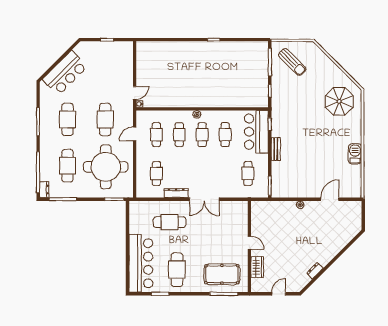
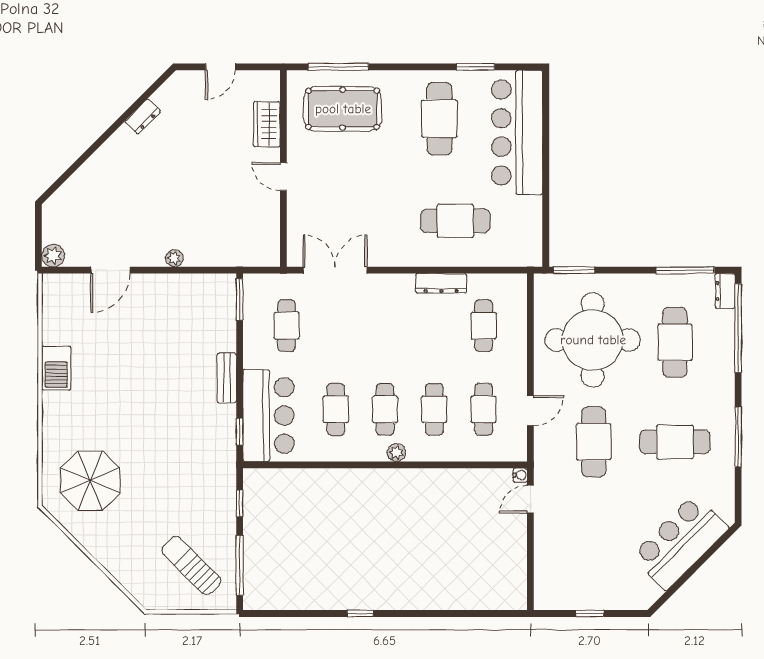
cafe table: (67, 119) -> (675, 442), turned 90
double door: (204, 199) -> (335, 270), moved
plant: (356, 206) -> (53, 256), added

